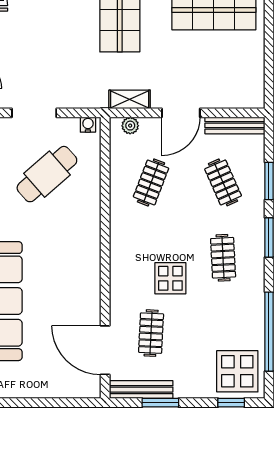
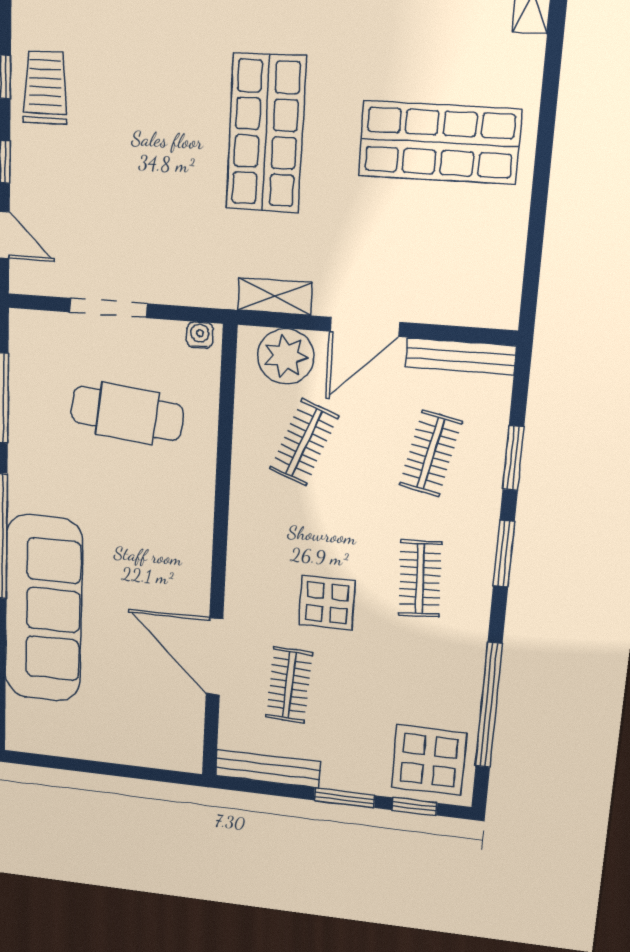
plant: (130, 126) -> (286, 356), width x1.87, depth x1.87
cafe table: (47, 174) -> (127, 413), turned 47
clothes rail: (223, 182) -> (431, 453), turned 36
door: (105, 350) -> (214, 657), moved
window: (160, 403) -> (344, 798), moved

